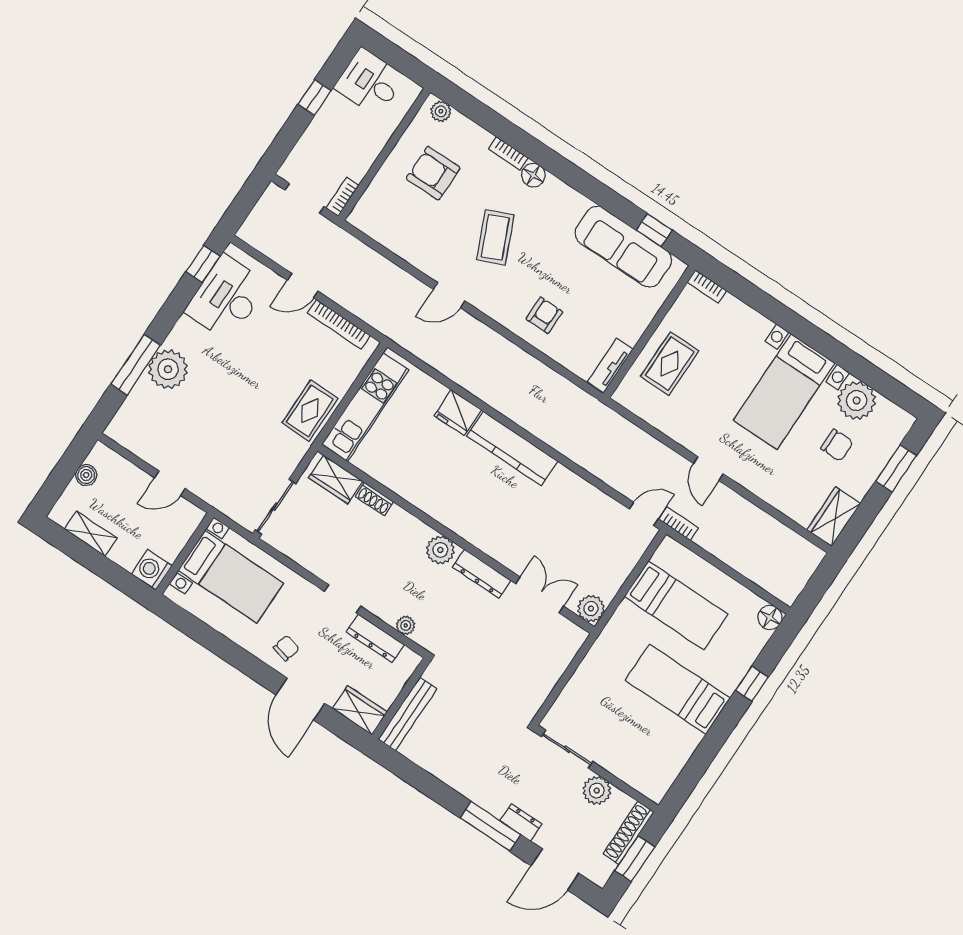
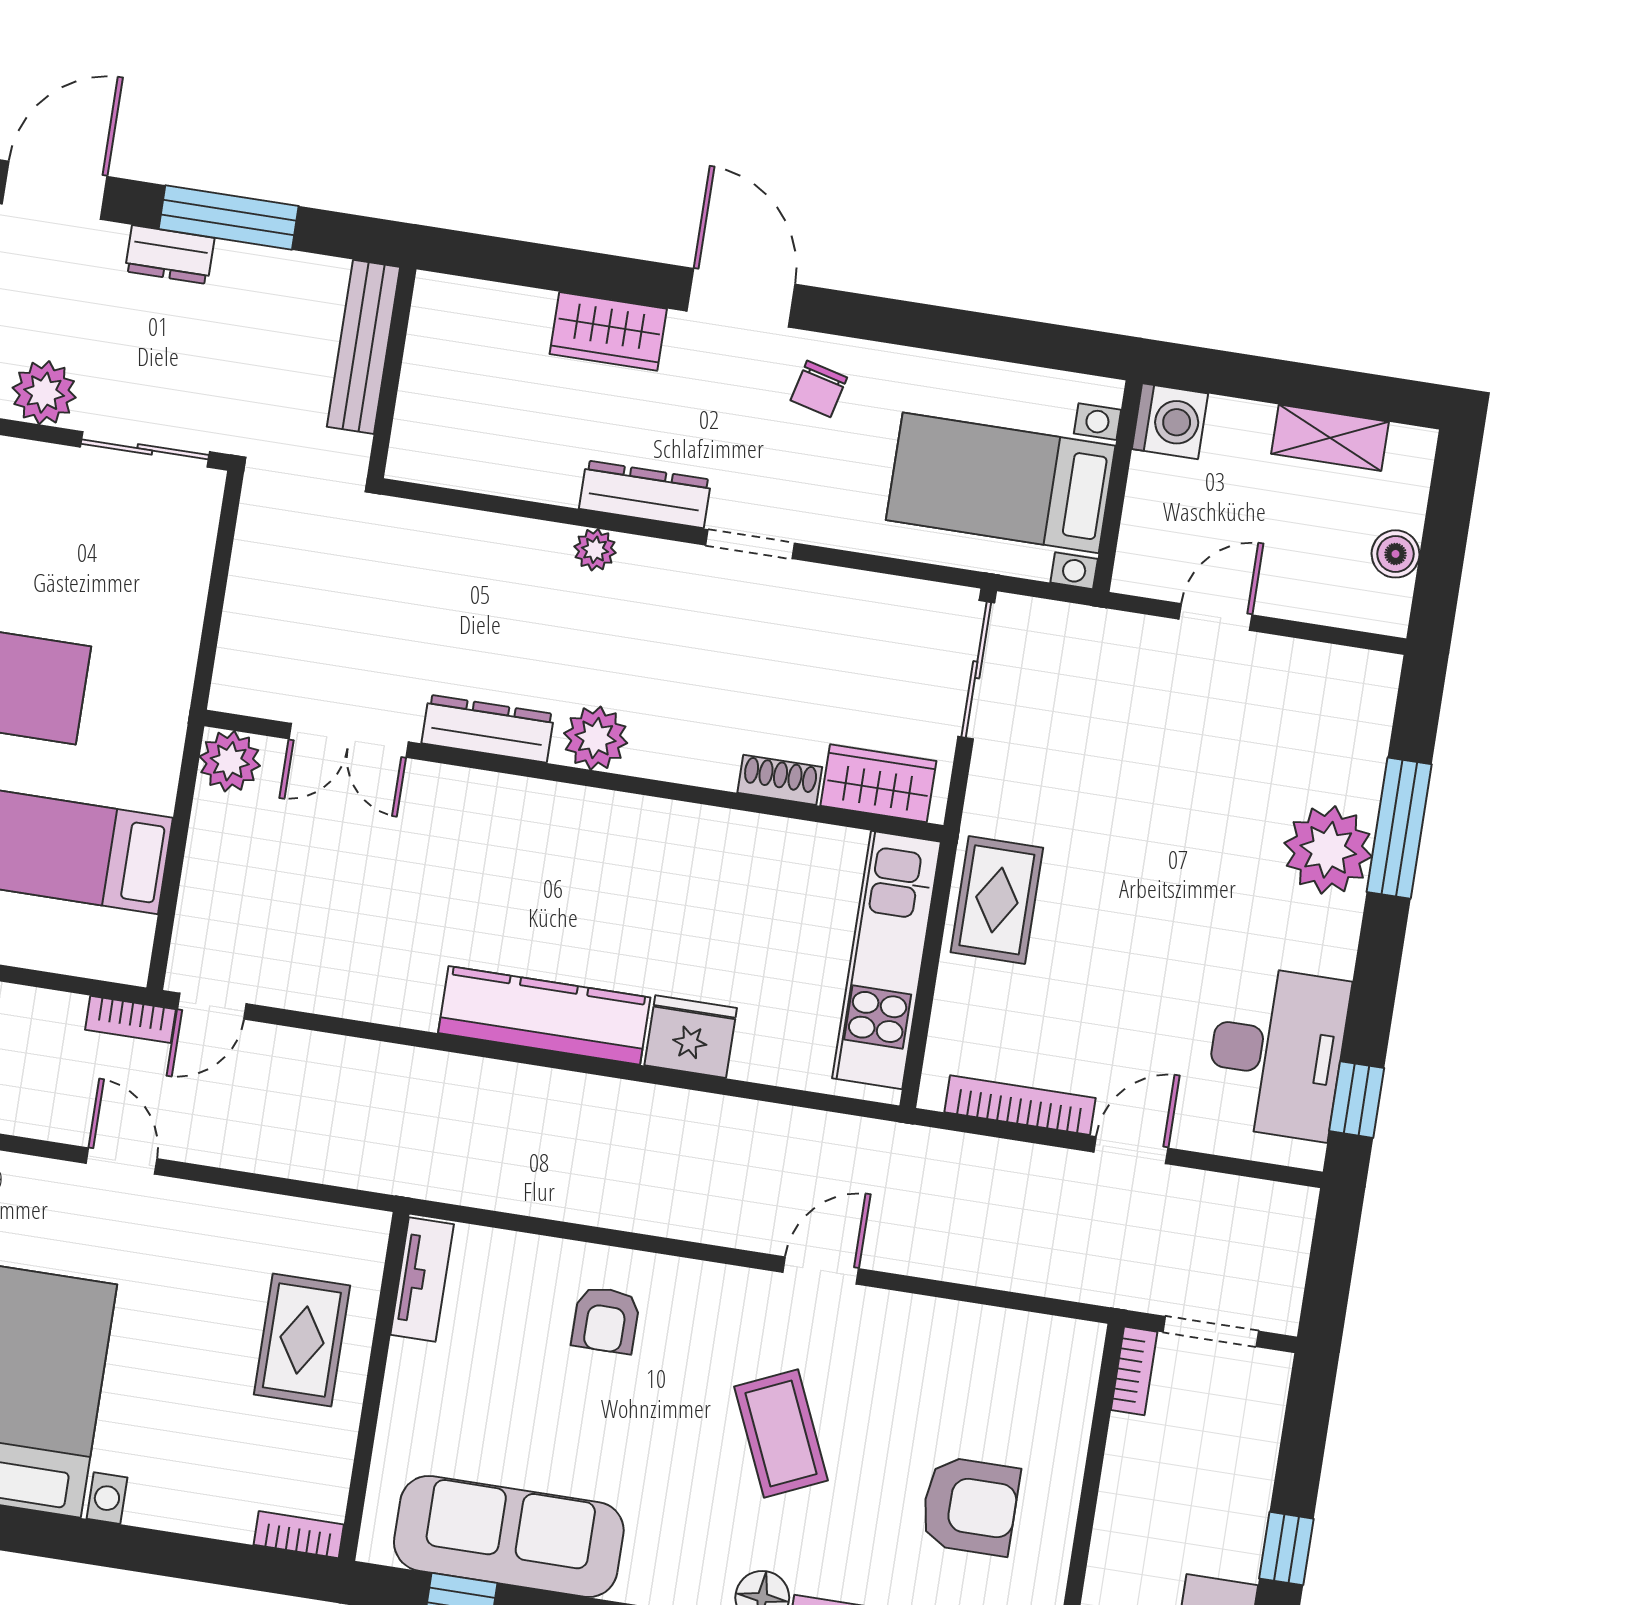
wall: (401, 698) -> (392, 373), moved
bench: (408, 714) -> (363, 347), moved

